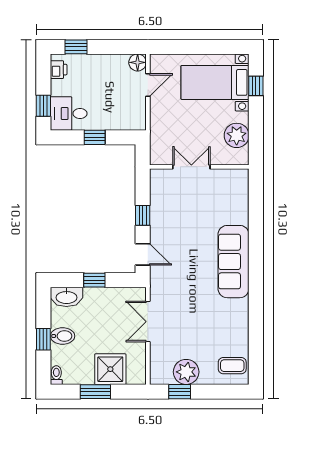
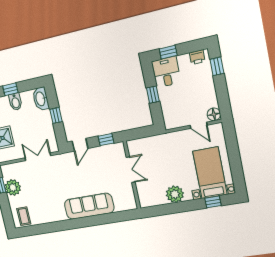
double door: (191, 167) -> (131, 170), moved
wall: (199, 167) -> (132, 175), moved

